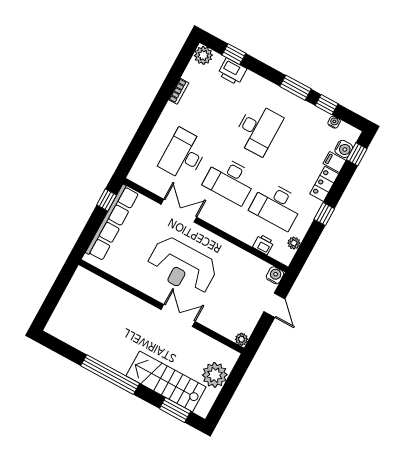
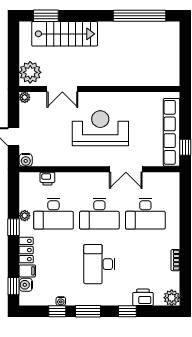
window: (234, 54) -> (127, 311), moved
water cooler: (334, 122) -> (61, 301), moved
desk: (184, 155) -> (145, 214), turned 90
desk: (230, 180) -> (99, 214), turned 180
desk: (277, 206) -> (53, 214), turned 180
plant: (294, 243) -> (25, 216), moved
double door: (178, 316) -> (62, 89), moved
window: (110, 375) -> (139, 16), moved
plant: (215, 375) -> (30, 72), moved

